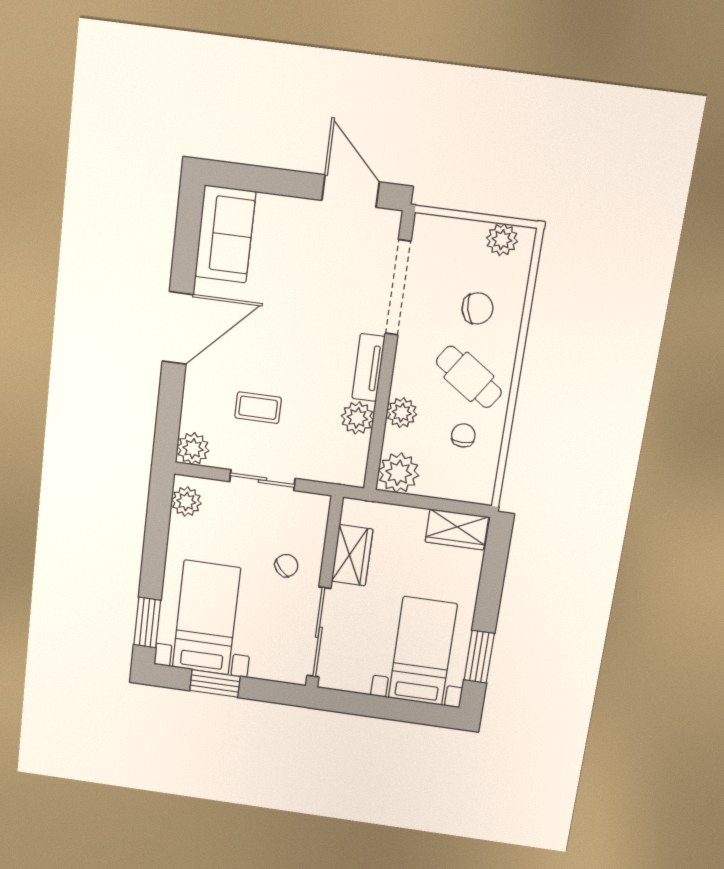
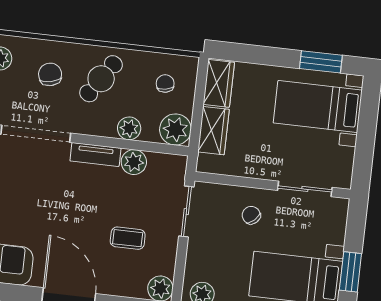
coffee table: (258, 408) -> (128, 238), turned 90
chair: (463, 435) -> (165, 83), moved, turned 79
sliding door: (262, 480) -> (186, 212), moved
wardrobe: (352, 555) -> (213, 131), moved, turned 90
sliding door: (319, 632) -> (305, 189), width x0.73

